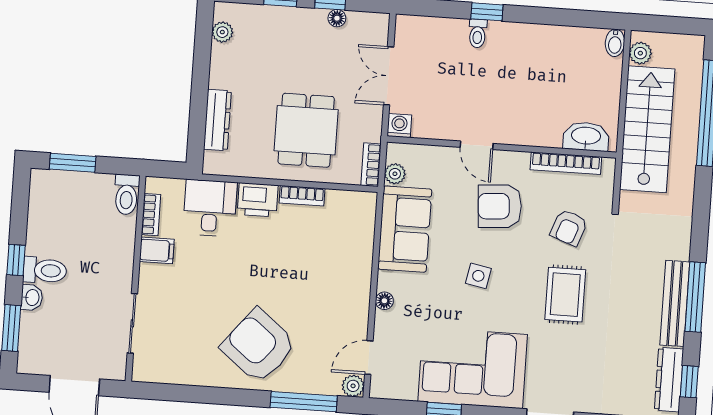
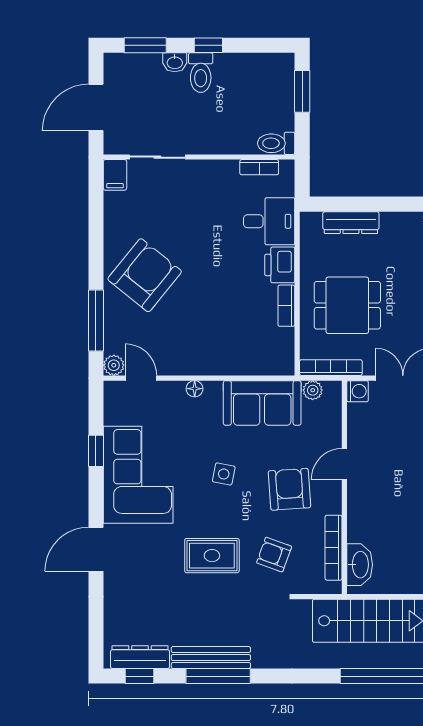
bookcase: (371, 165) -> (331, 368), width x1.56
filing cabinet: (157, 250) -> (115, 175), moved

